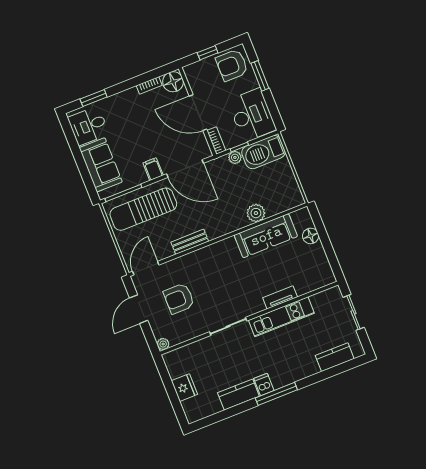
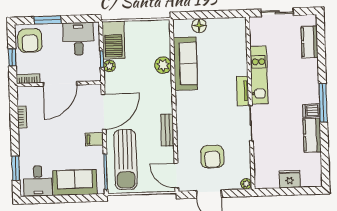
floor lamp: (173, 82) -> (26, 96), removed
desk: (252, 115) -> (78, 39), width x0.73
bookcase: (216, 141) -> (28, 79), moved
tv unit: (280, 297) -> (243, 91), moved

